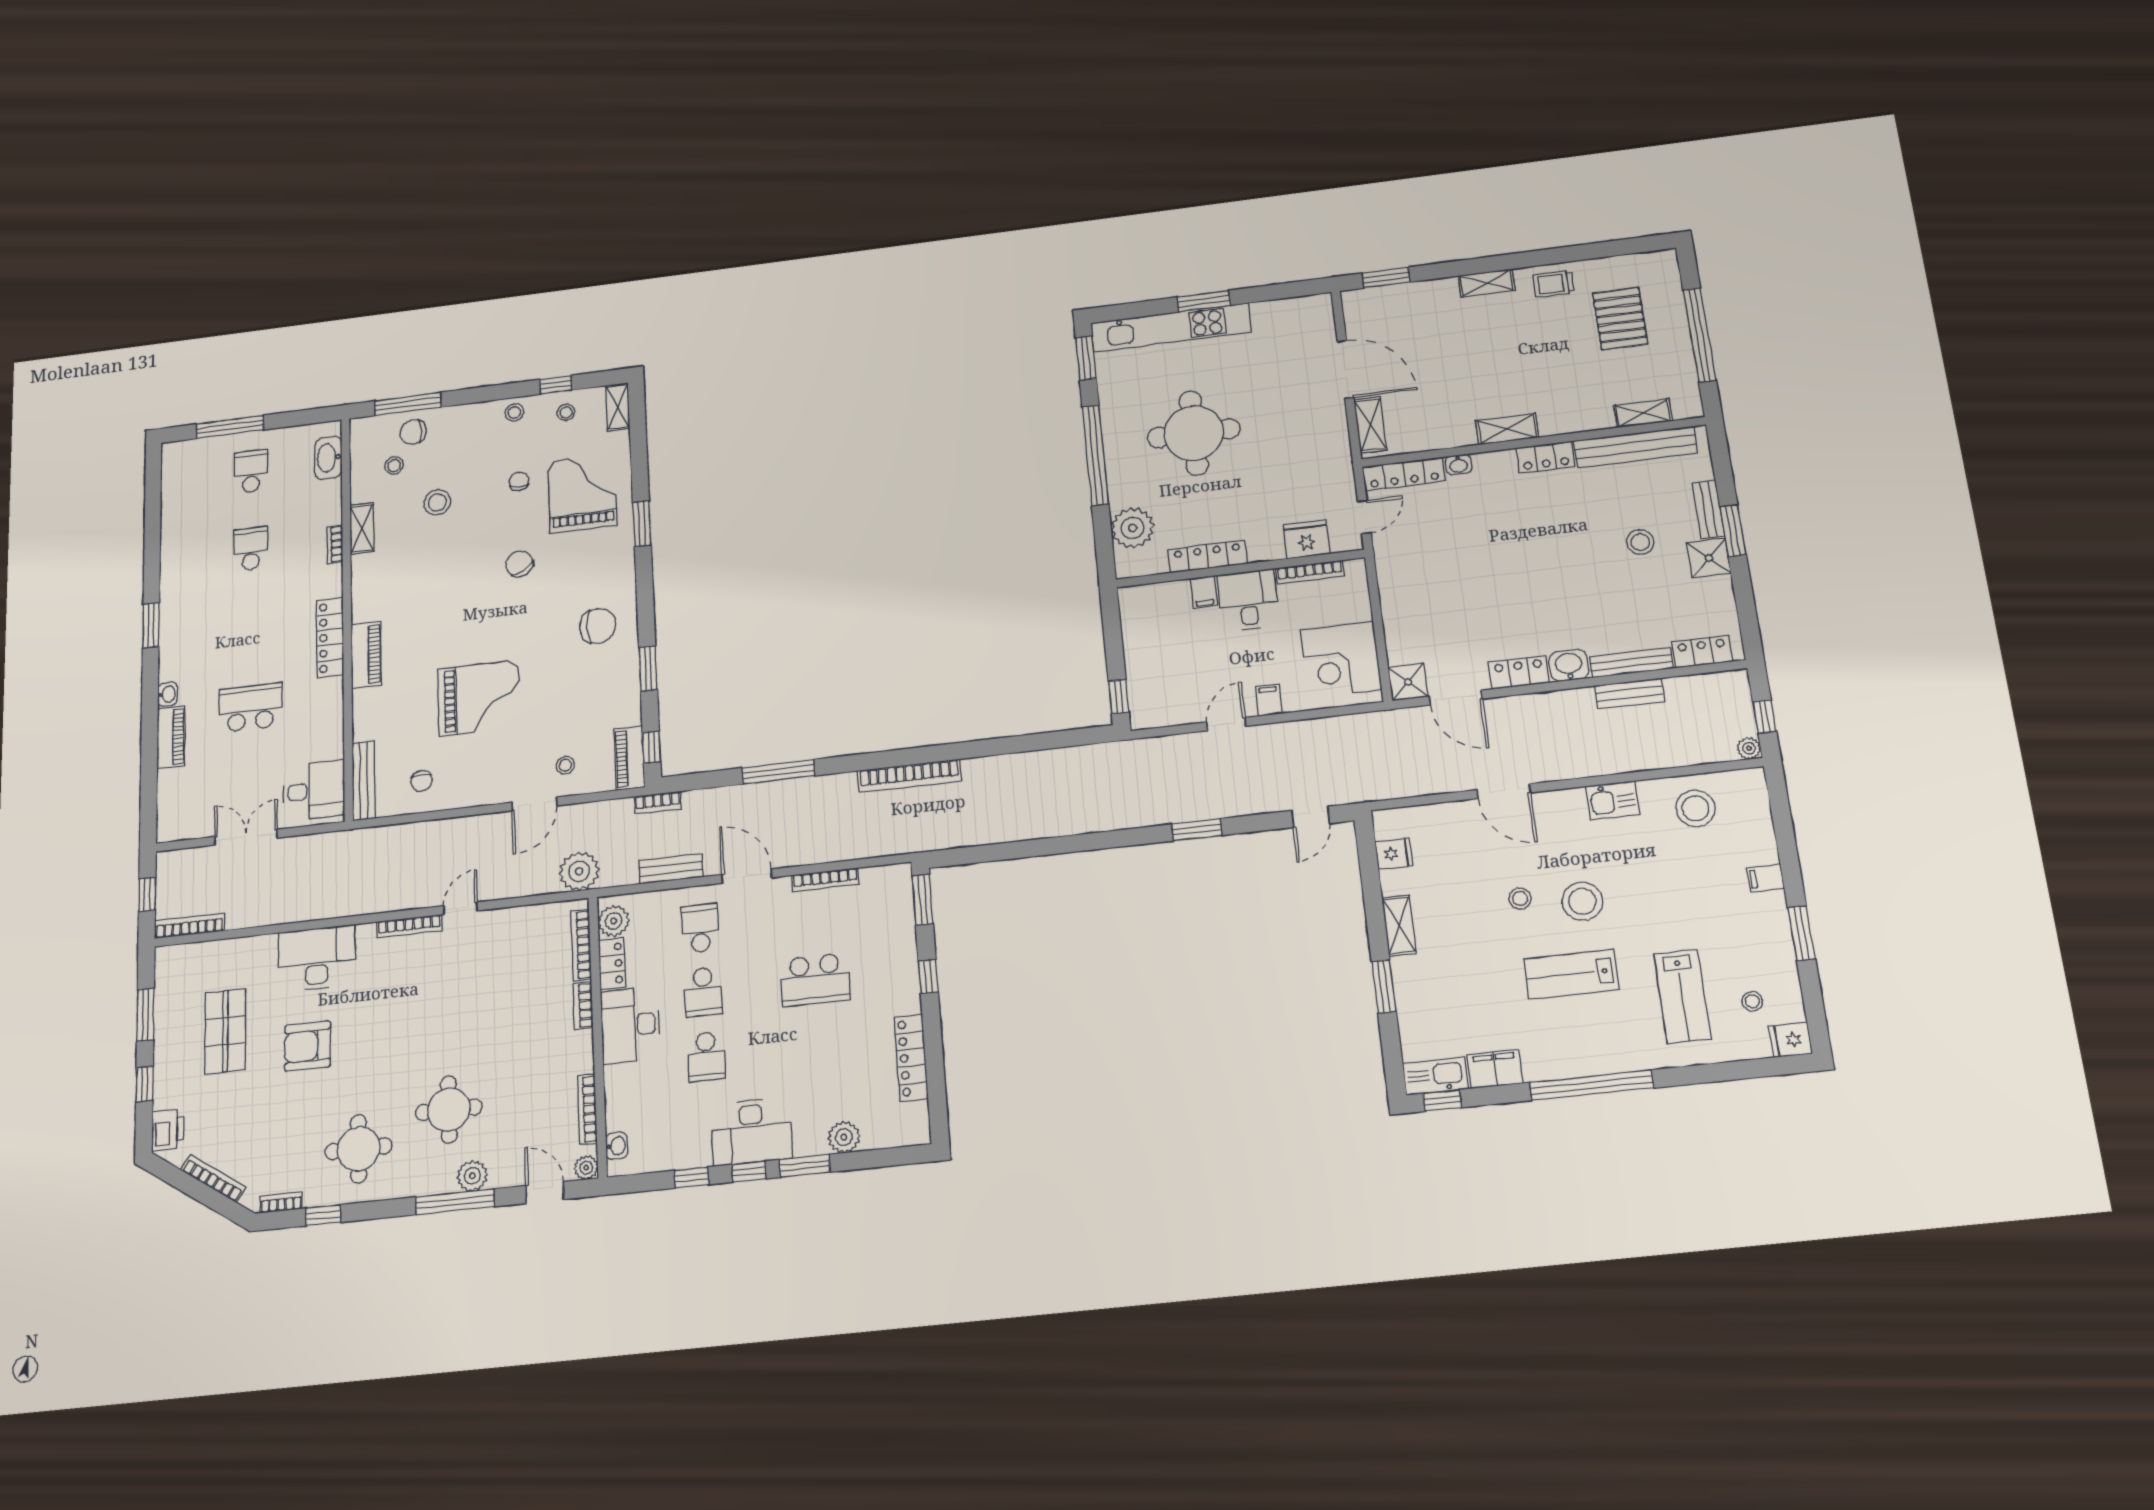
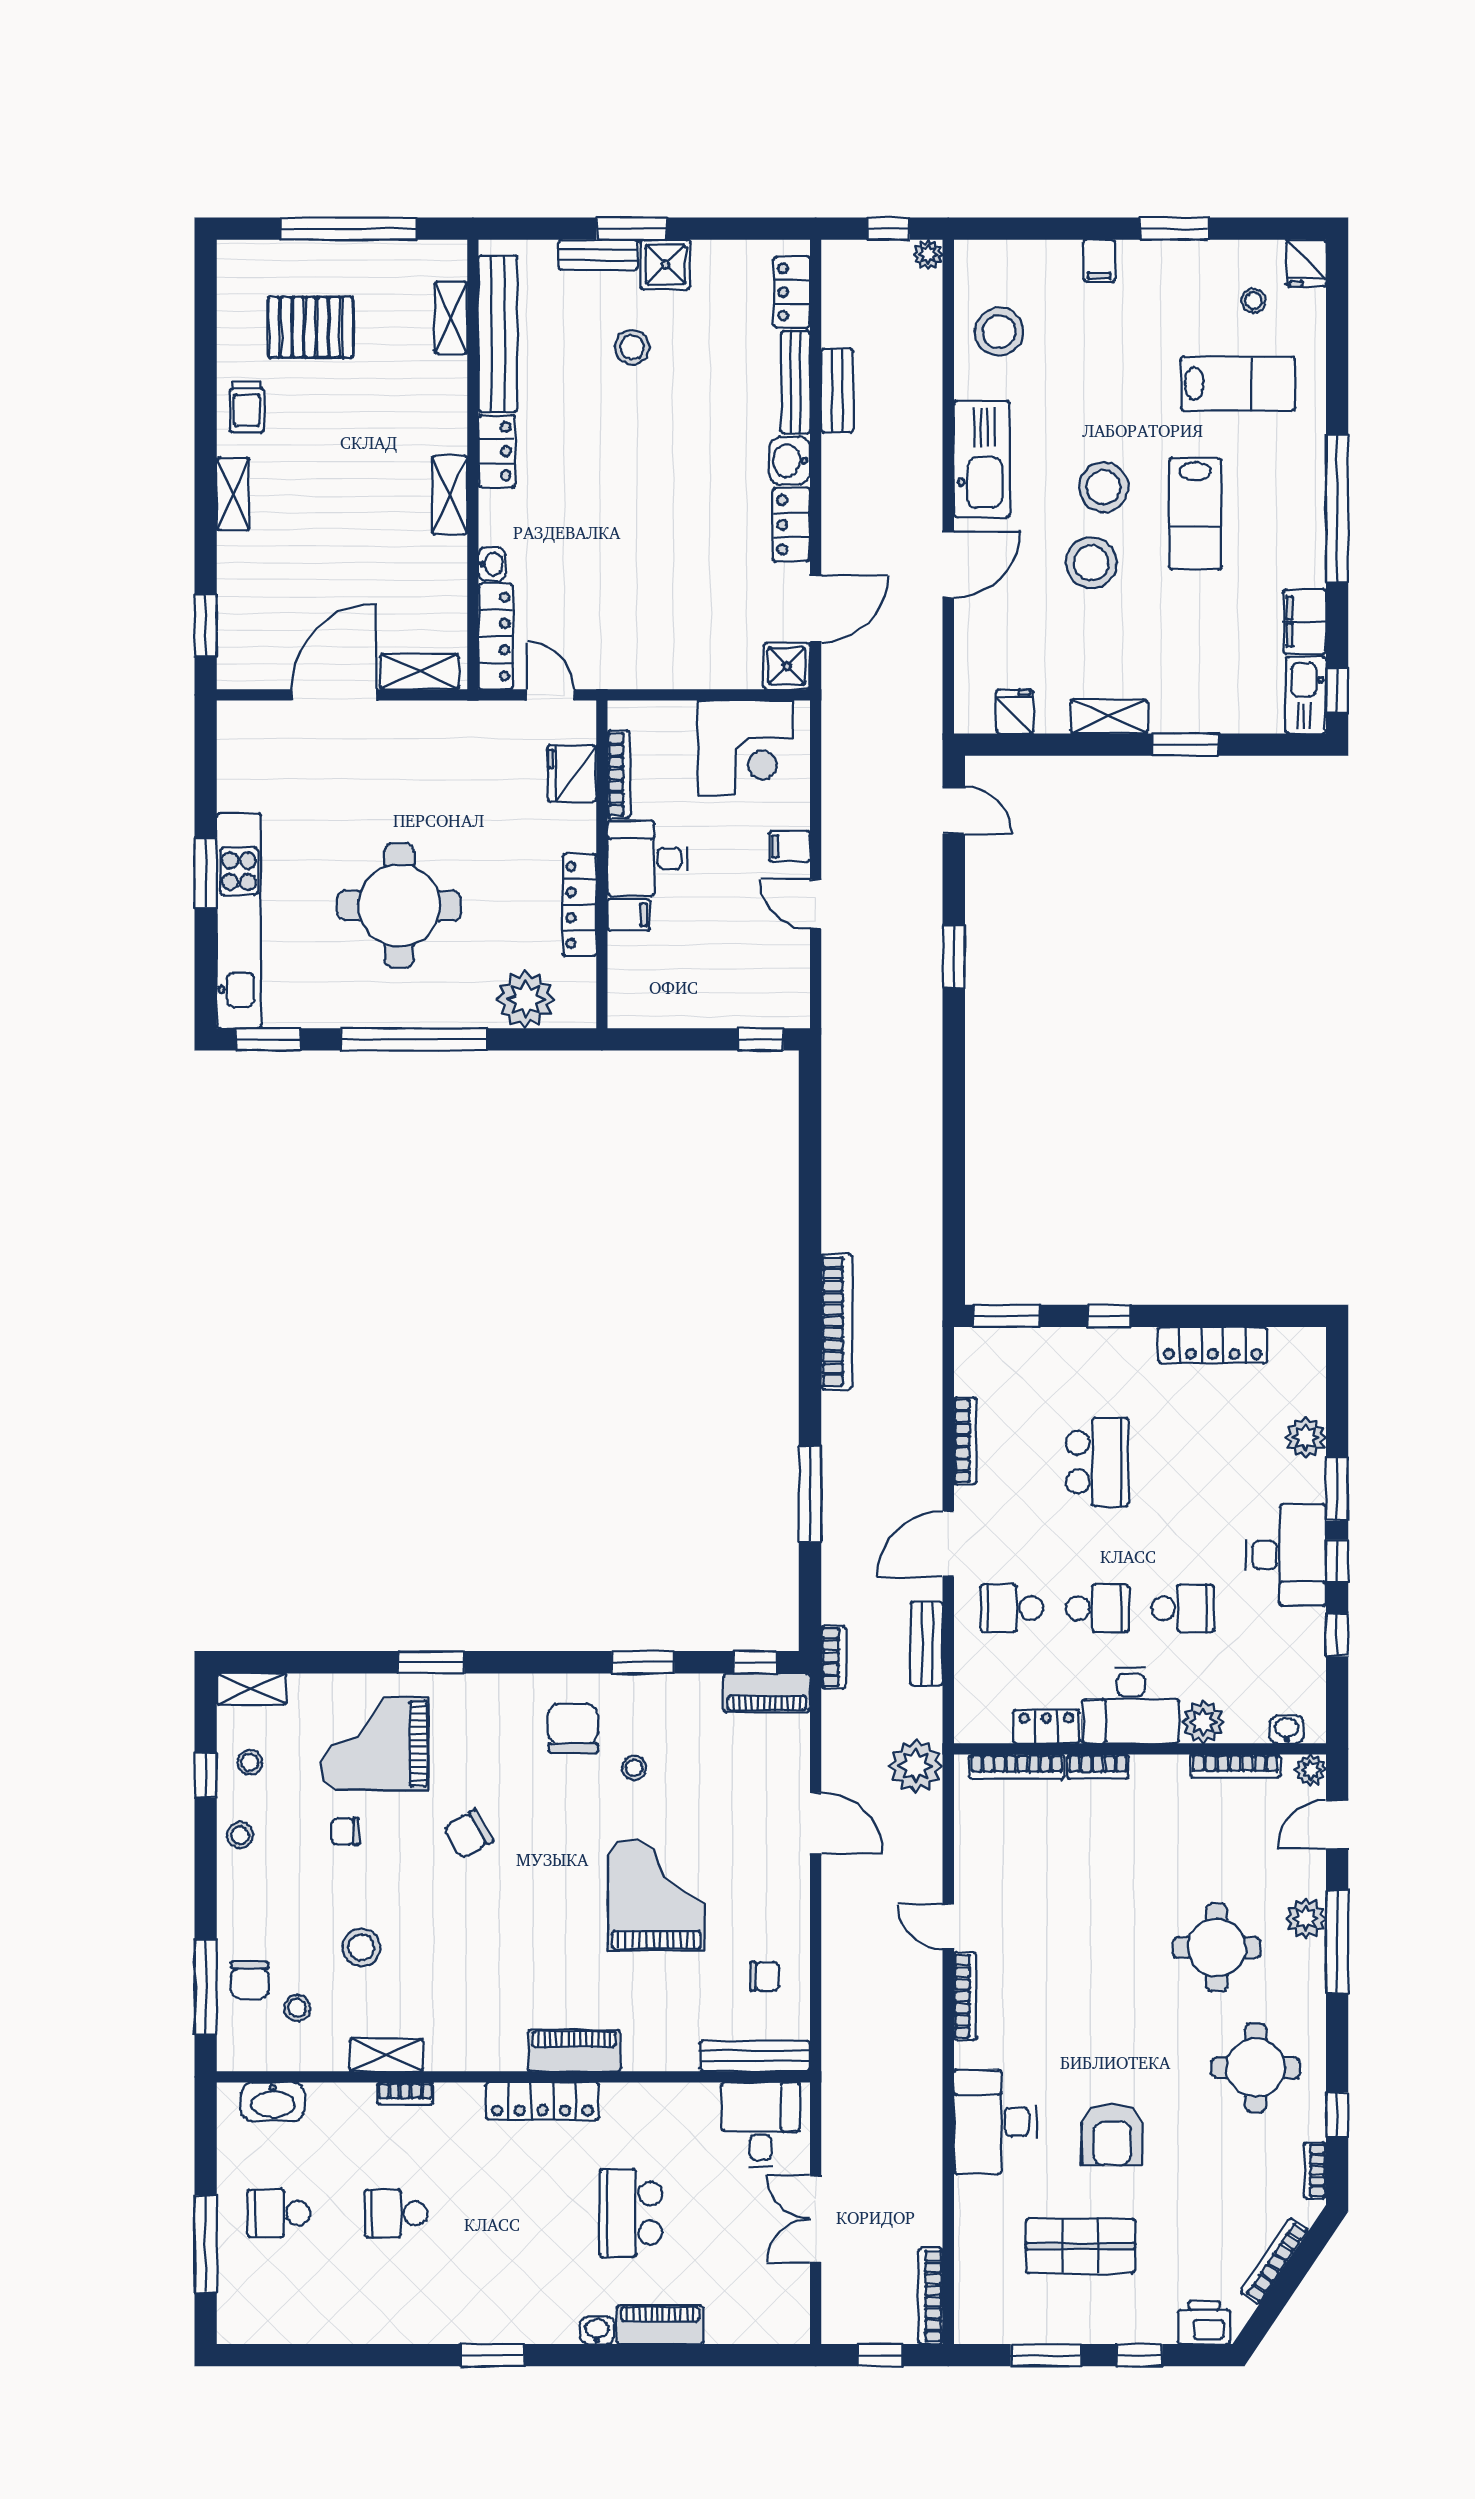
stool: (565, 765) -> (634, 1768), moved
kitchen sink: (1612, 800) -> (982, 459), width x1.88, depth x1.24
stool: (1520, 899) -> (1091, 563), width x1.89, depth x1.89
plant: (614, 921) -> (1203, 1722), moved

